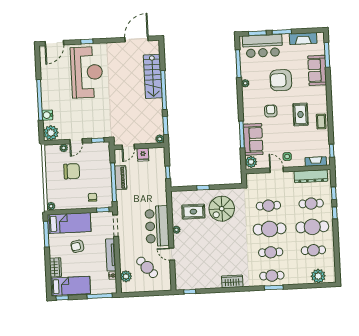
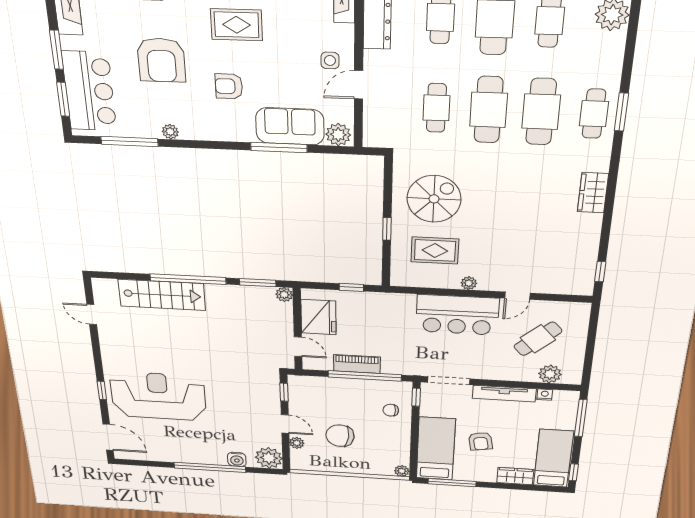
door: (137, 39) -> (92, 314), width x0.53
fridge: (143, 155) -> (318, 317), width x1.88, depth x1.34
chair: (72, 171) -> (340, 436), turned -84
spiral stairs: (222, 209) -> (434, 199), turned -90
rug: (193, 212) -> (435, 250), turned 90
cafe table: (271, 252) -> (541, 112), width x1.37, depth x1.35

